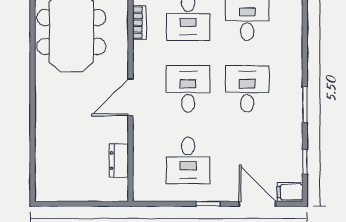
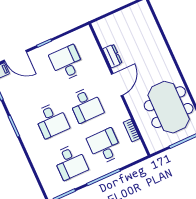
dresser: (119, 161) -> (112, 56), moved

